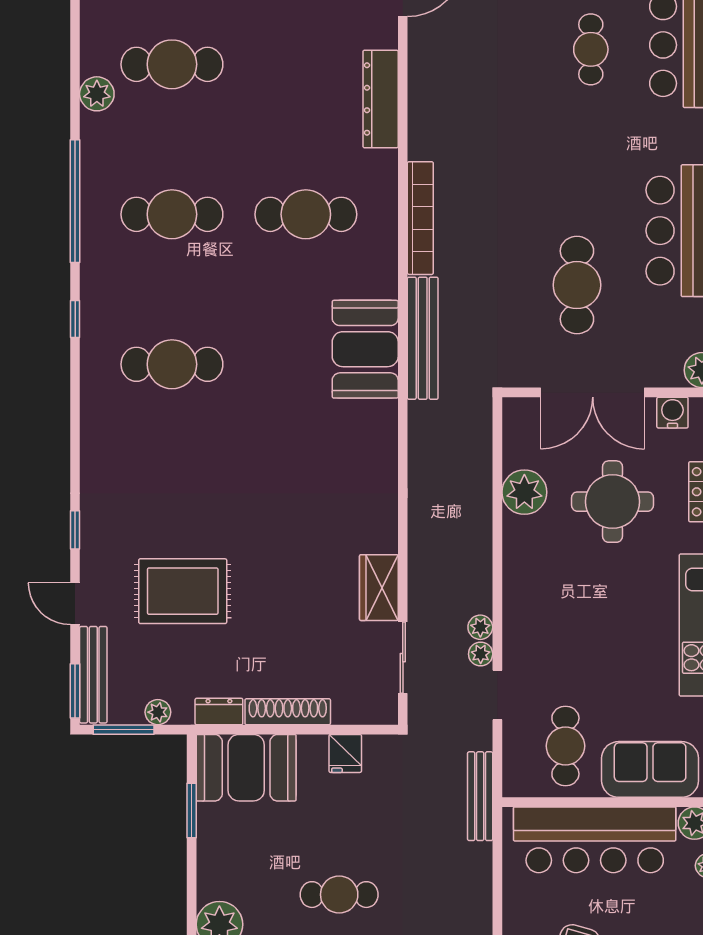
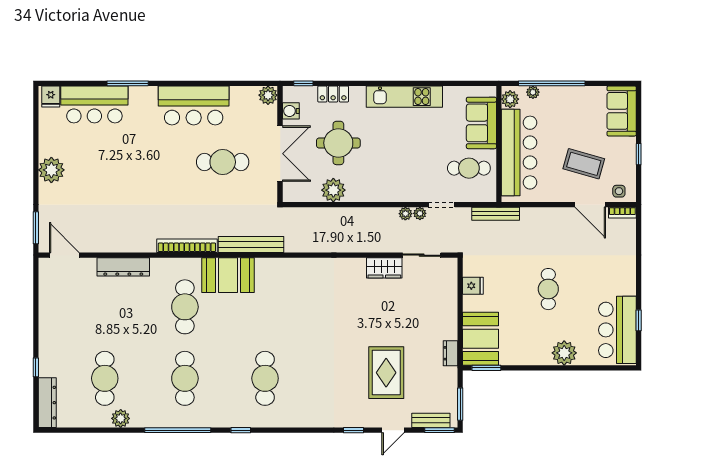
cafe table: (591, 49) -> (97, 155), removed
booth: (365, 349) -> (228, 275), moved
bench: (93, 675) -> (431, 420), width x0.73
plant: (158, 712) -> (451, 386), removed
shoe rack: (288, 712) -> (451, 317), removed
window: (192, 810) -> (486, 368), moved

